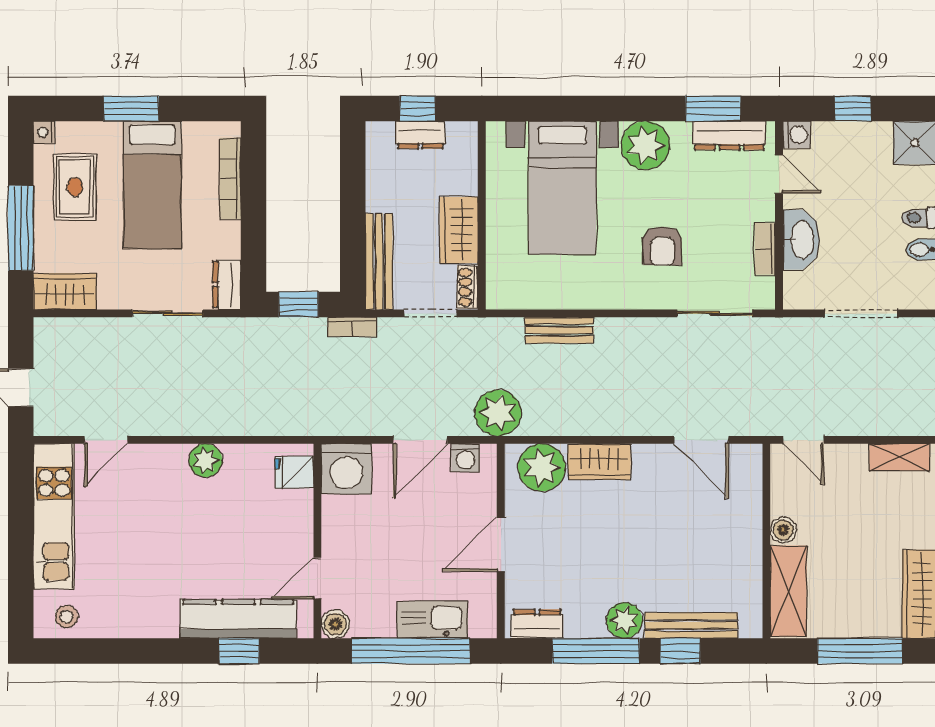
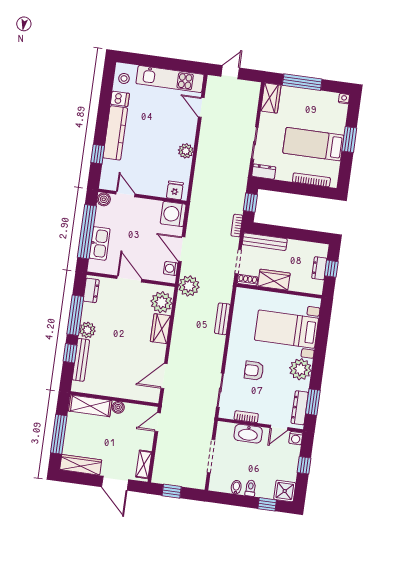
rug: (75, 187) -> (317, 109), removed
dishwasher: (112, 619) -> (120, 99), added
kitchen counter: (238, 619) -> (115, 133), moved

